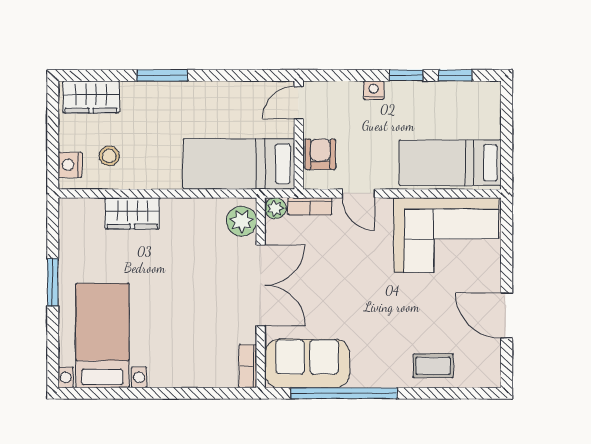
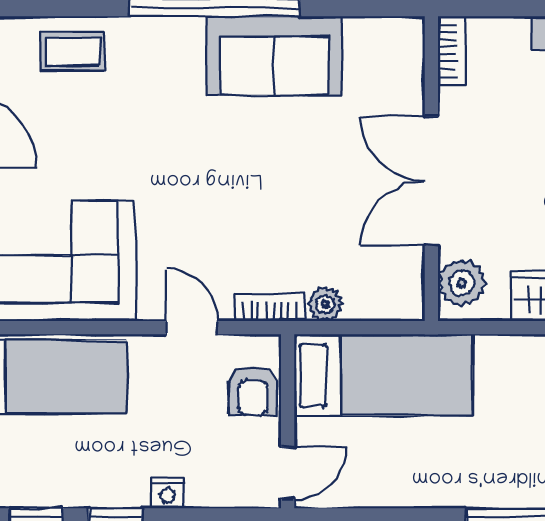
plant: (242, 221) -> (462, 283), moved
double door: (261, 285) -> (431, 181), moved
wall: (261, 293) -> (431, 169), moved
bookcase: (248, 366) -> (452, 51), moved

